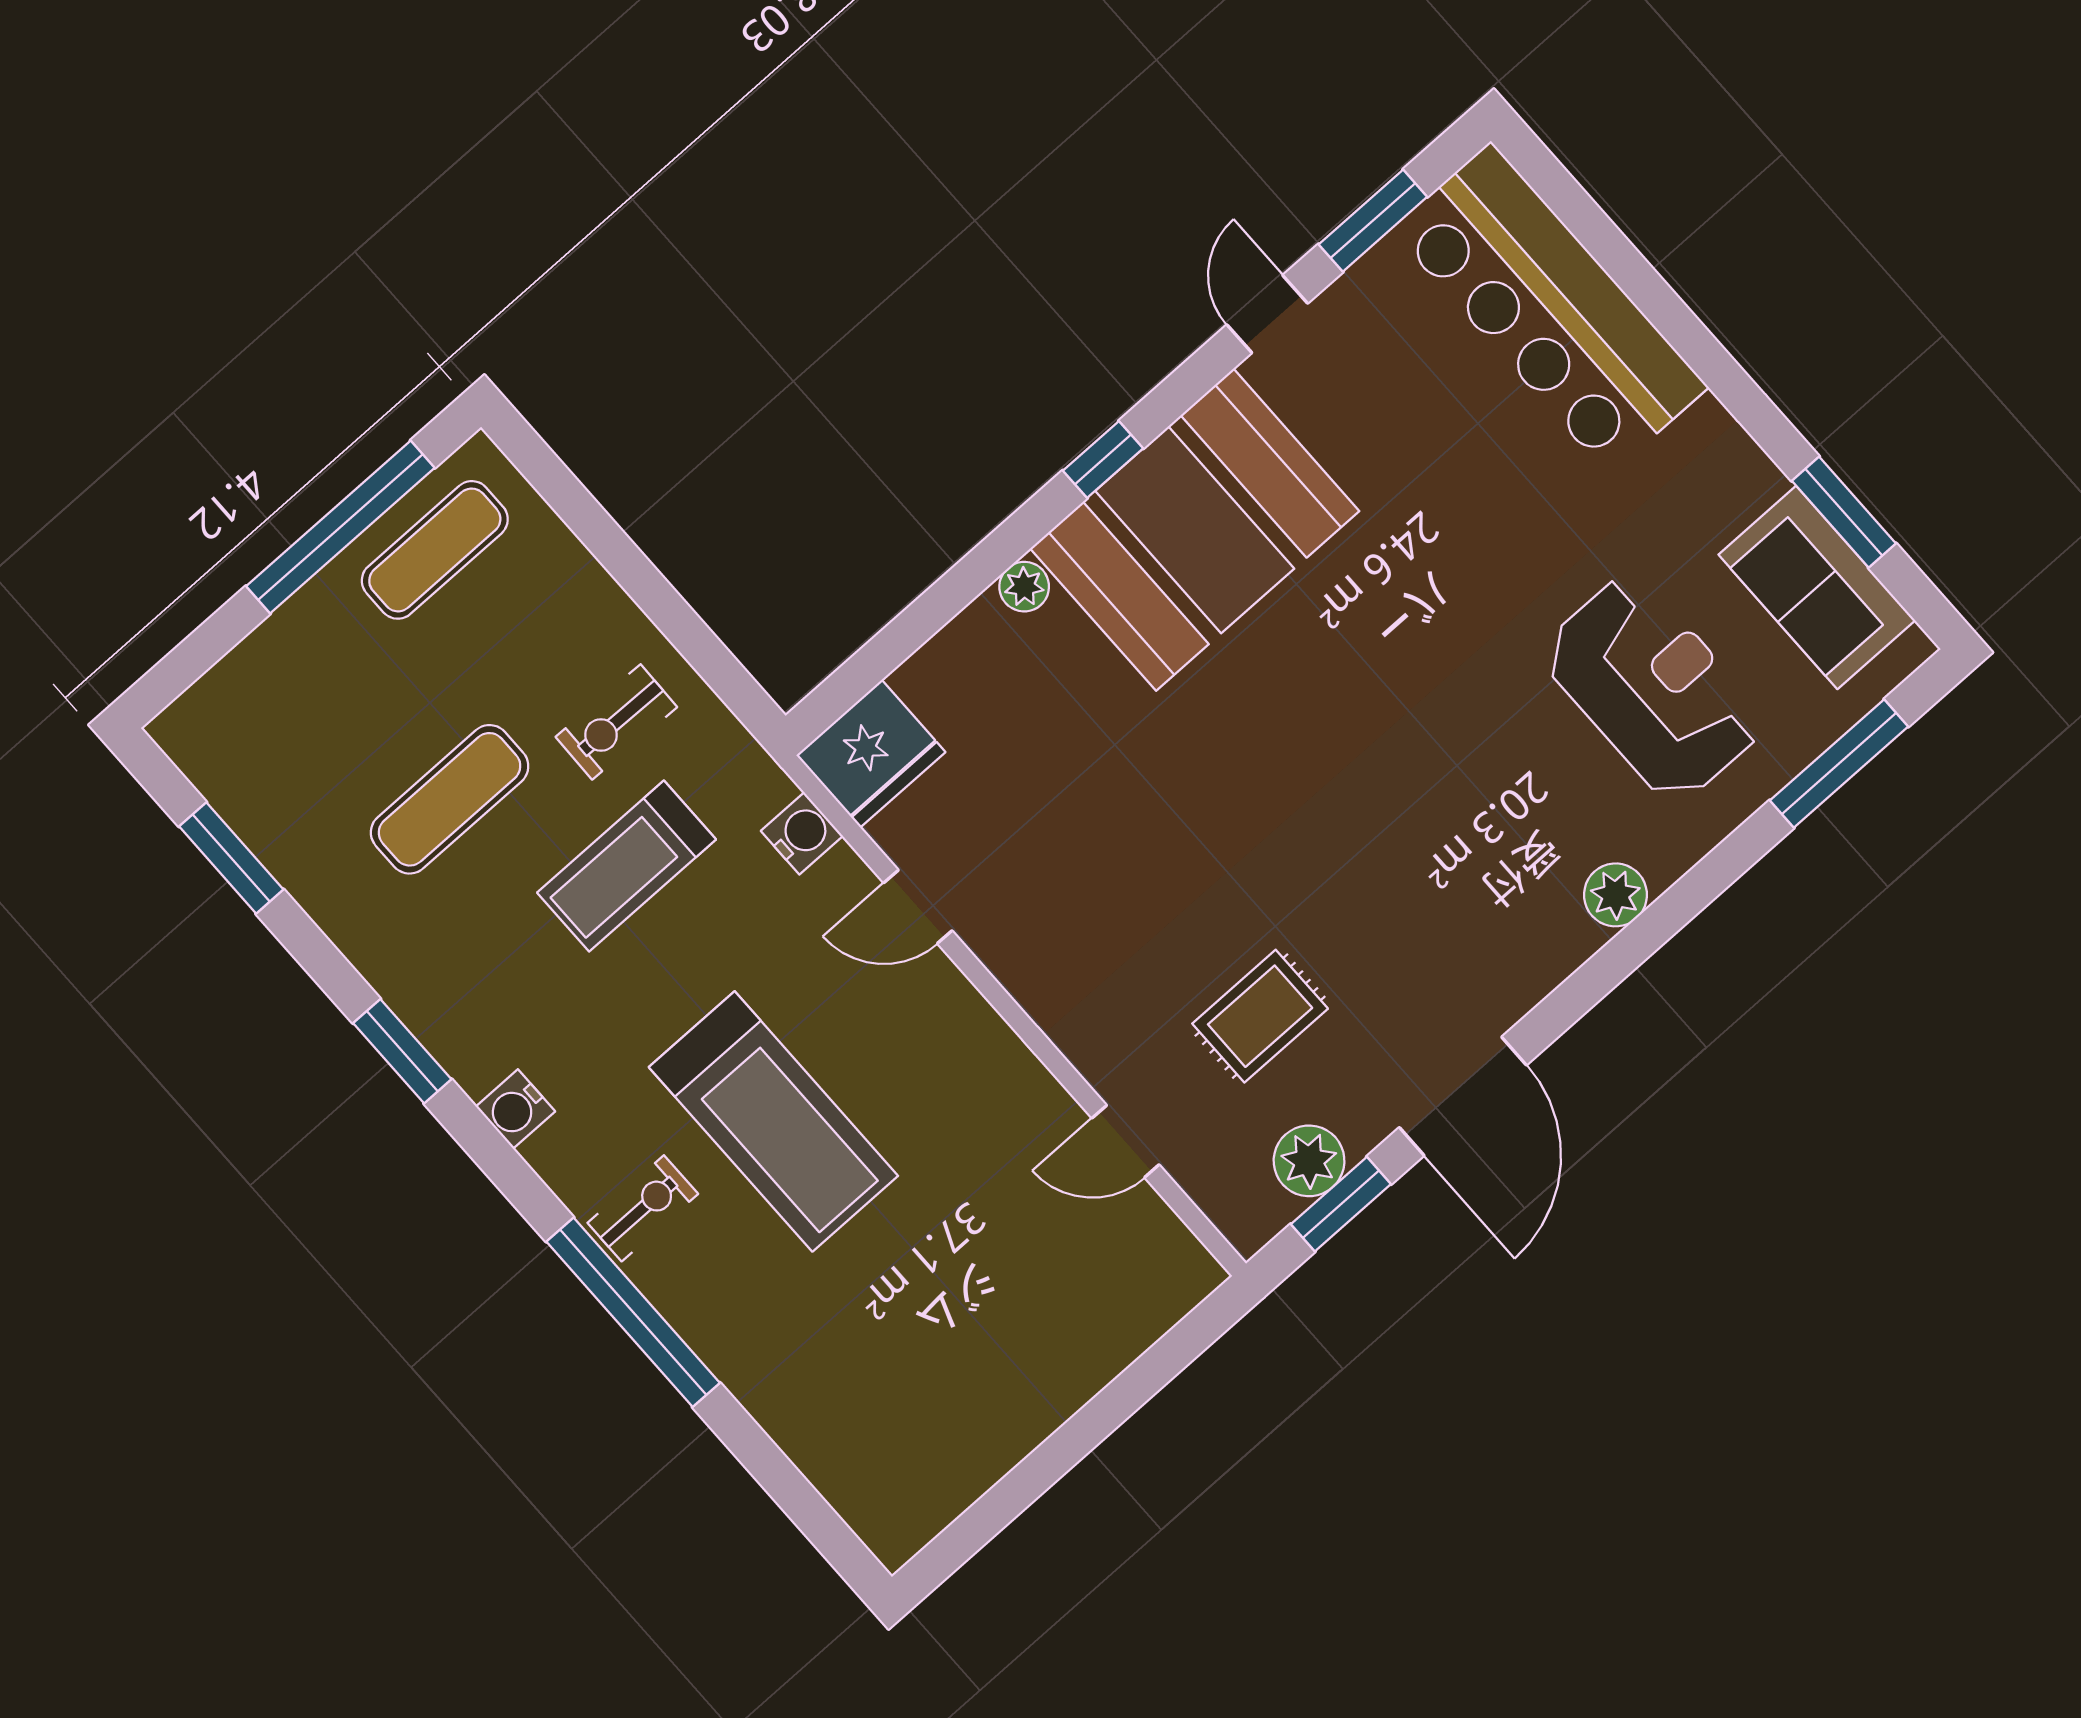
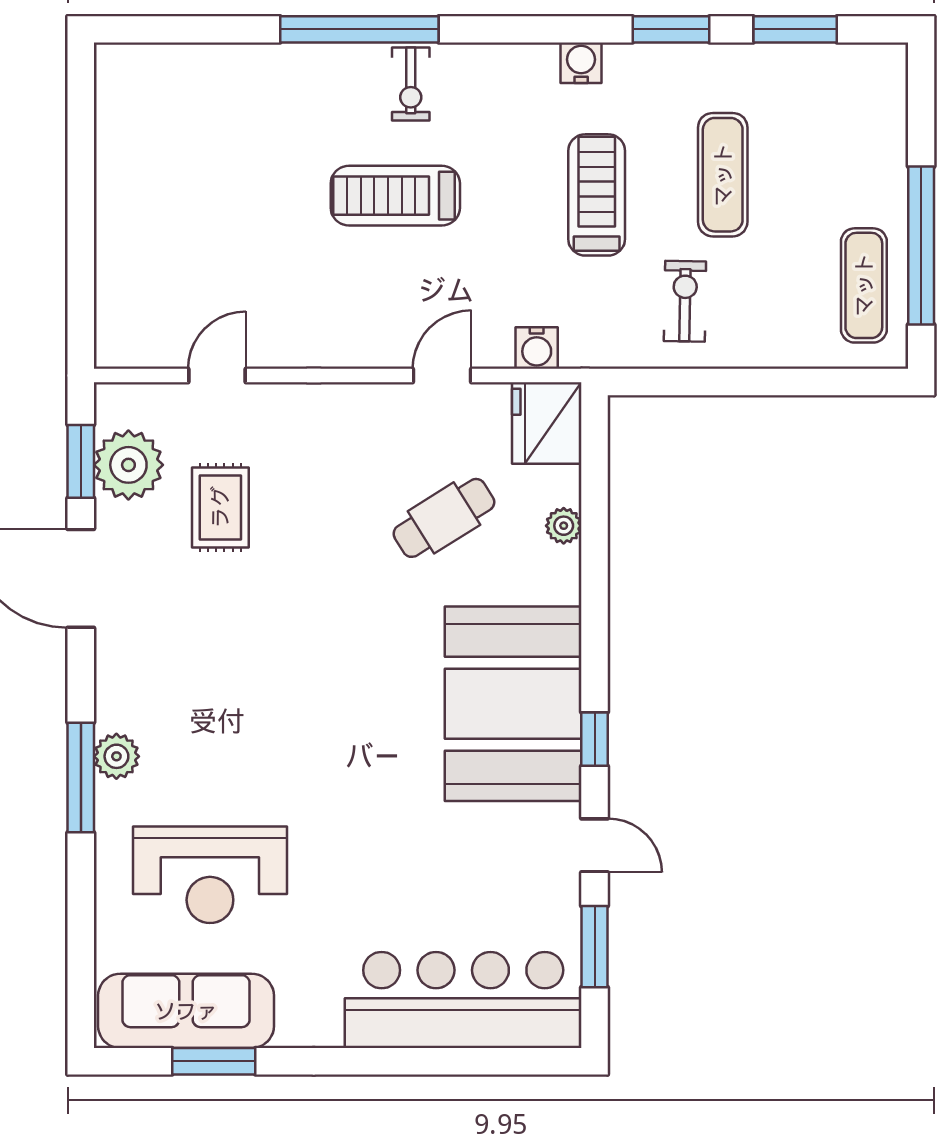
window: (1103, 459) -> (595, 739), moved
plant: (1024, 587) -> (564, 526), moved
sofa: (1817, 587) -> (186, 1011), width x1.36
window: (1839, 764) -> (81, 778), moved
cafe table: (1065, 773) -> (444, 518), added
treadmill: (627, 866) -> (597, 195), moved
window: (402, 1051) -> (671, 29), moved
water cooler: (515, 1109) -> (581, 63), moved
treadmill: (773, 1121) -> (395, 196), width x0.73, depth x0.73
plant: (1309, 1161) -> (128, 465), width x1.36, depth x1.36

